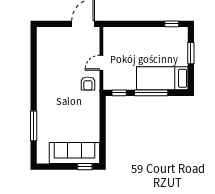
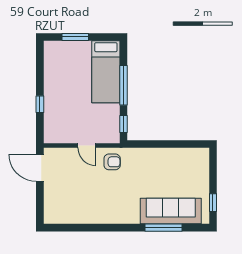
window: (172, 24) -> (40, 104), moved
sofa: (75, 153) -> (171, 211), moved, turned 90
window: (85, 167) -> (213, 203), moved

